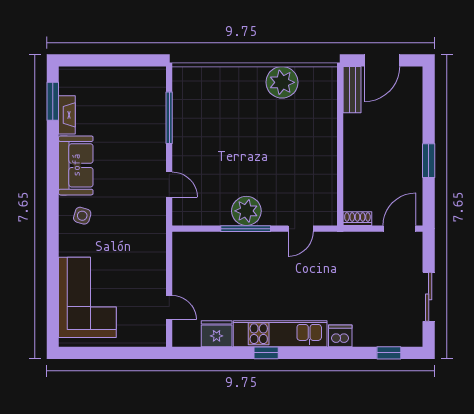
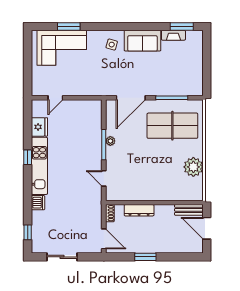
table tennis table: (215, 117) -> (172, 126), added
dresser: (353, 171) -> (139, 210), added
door: (169, 185) -> (131, 98), width x1.87
plant: (246, 211) -> (110, 141), width x0.53, depth x0.53
window: (53, 286) -> (69, 27), added

